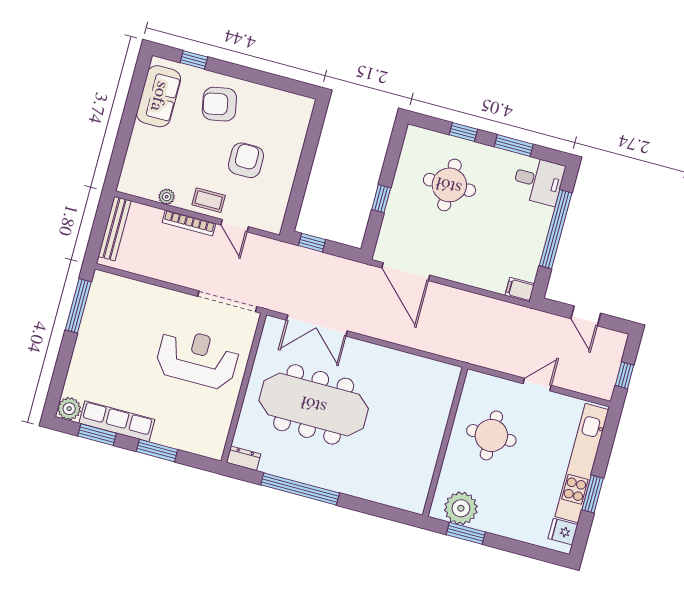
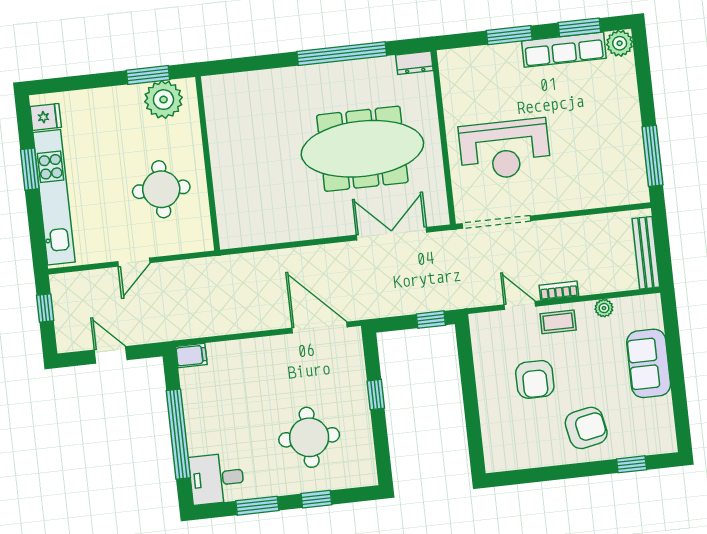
sofa: (159, 96) -> (649, 363), moved
bookcase: (189, 223) -> (559, 291), width x0.64

